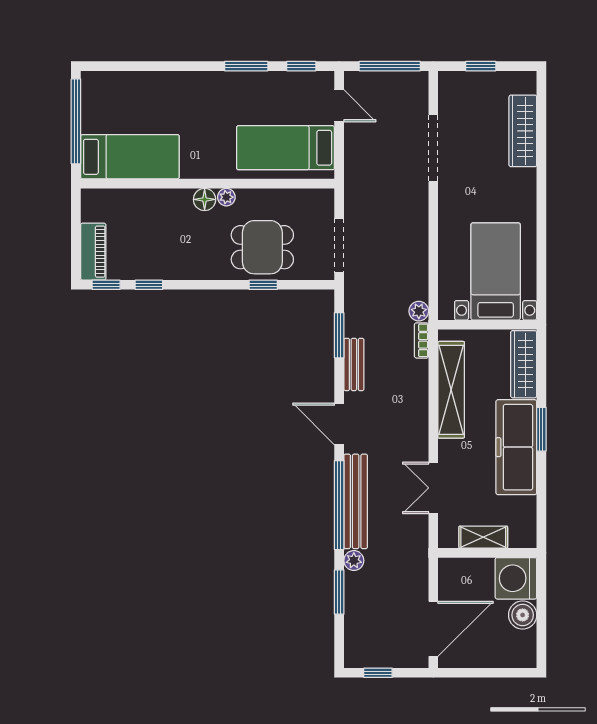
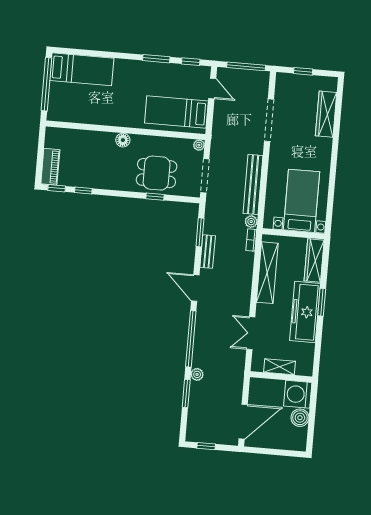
bed: (130, 157) -> (82, 69), moved
plant: (226, 197) -> (199, 145), moved
bench: (356, 501) -> (253, 184), moved

